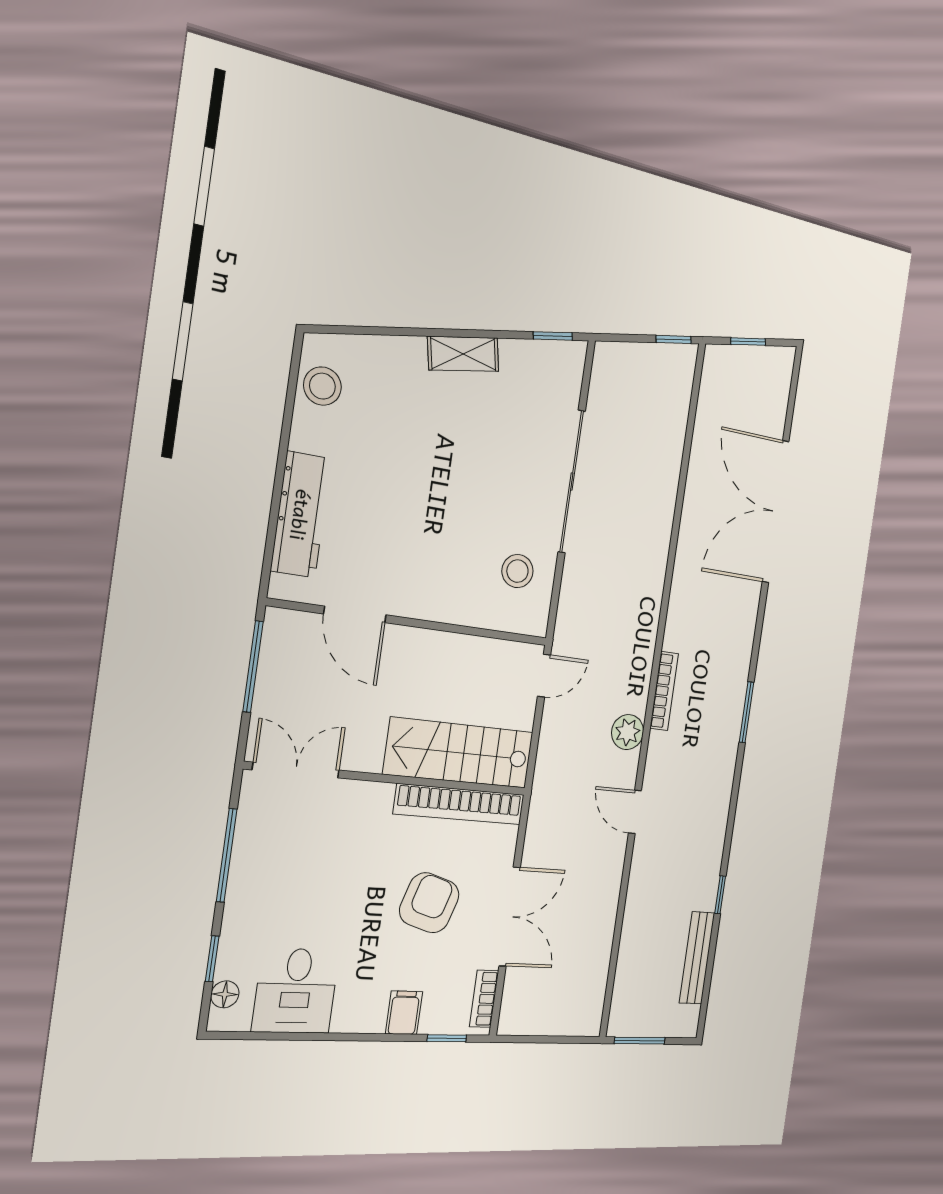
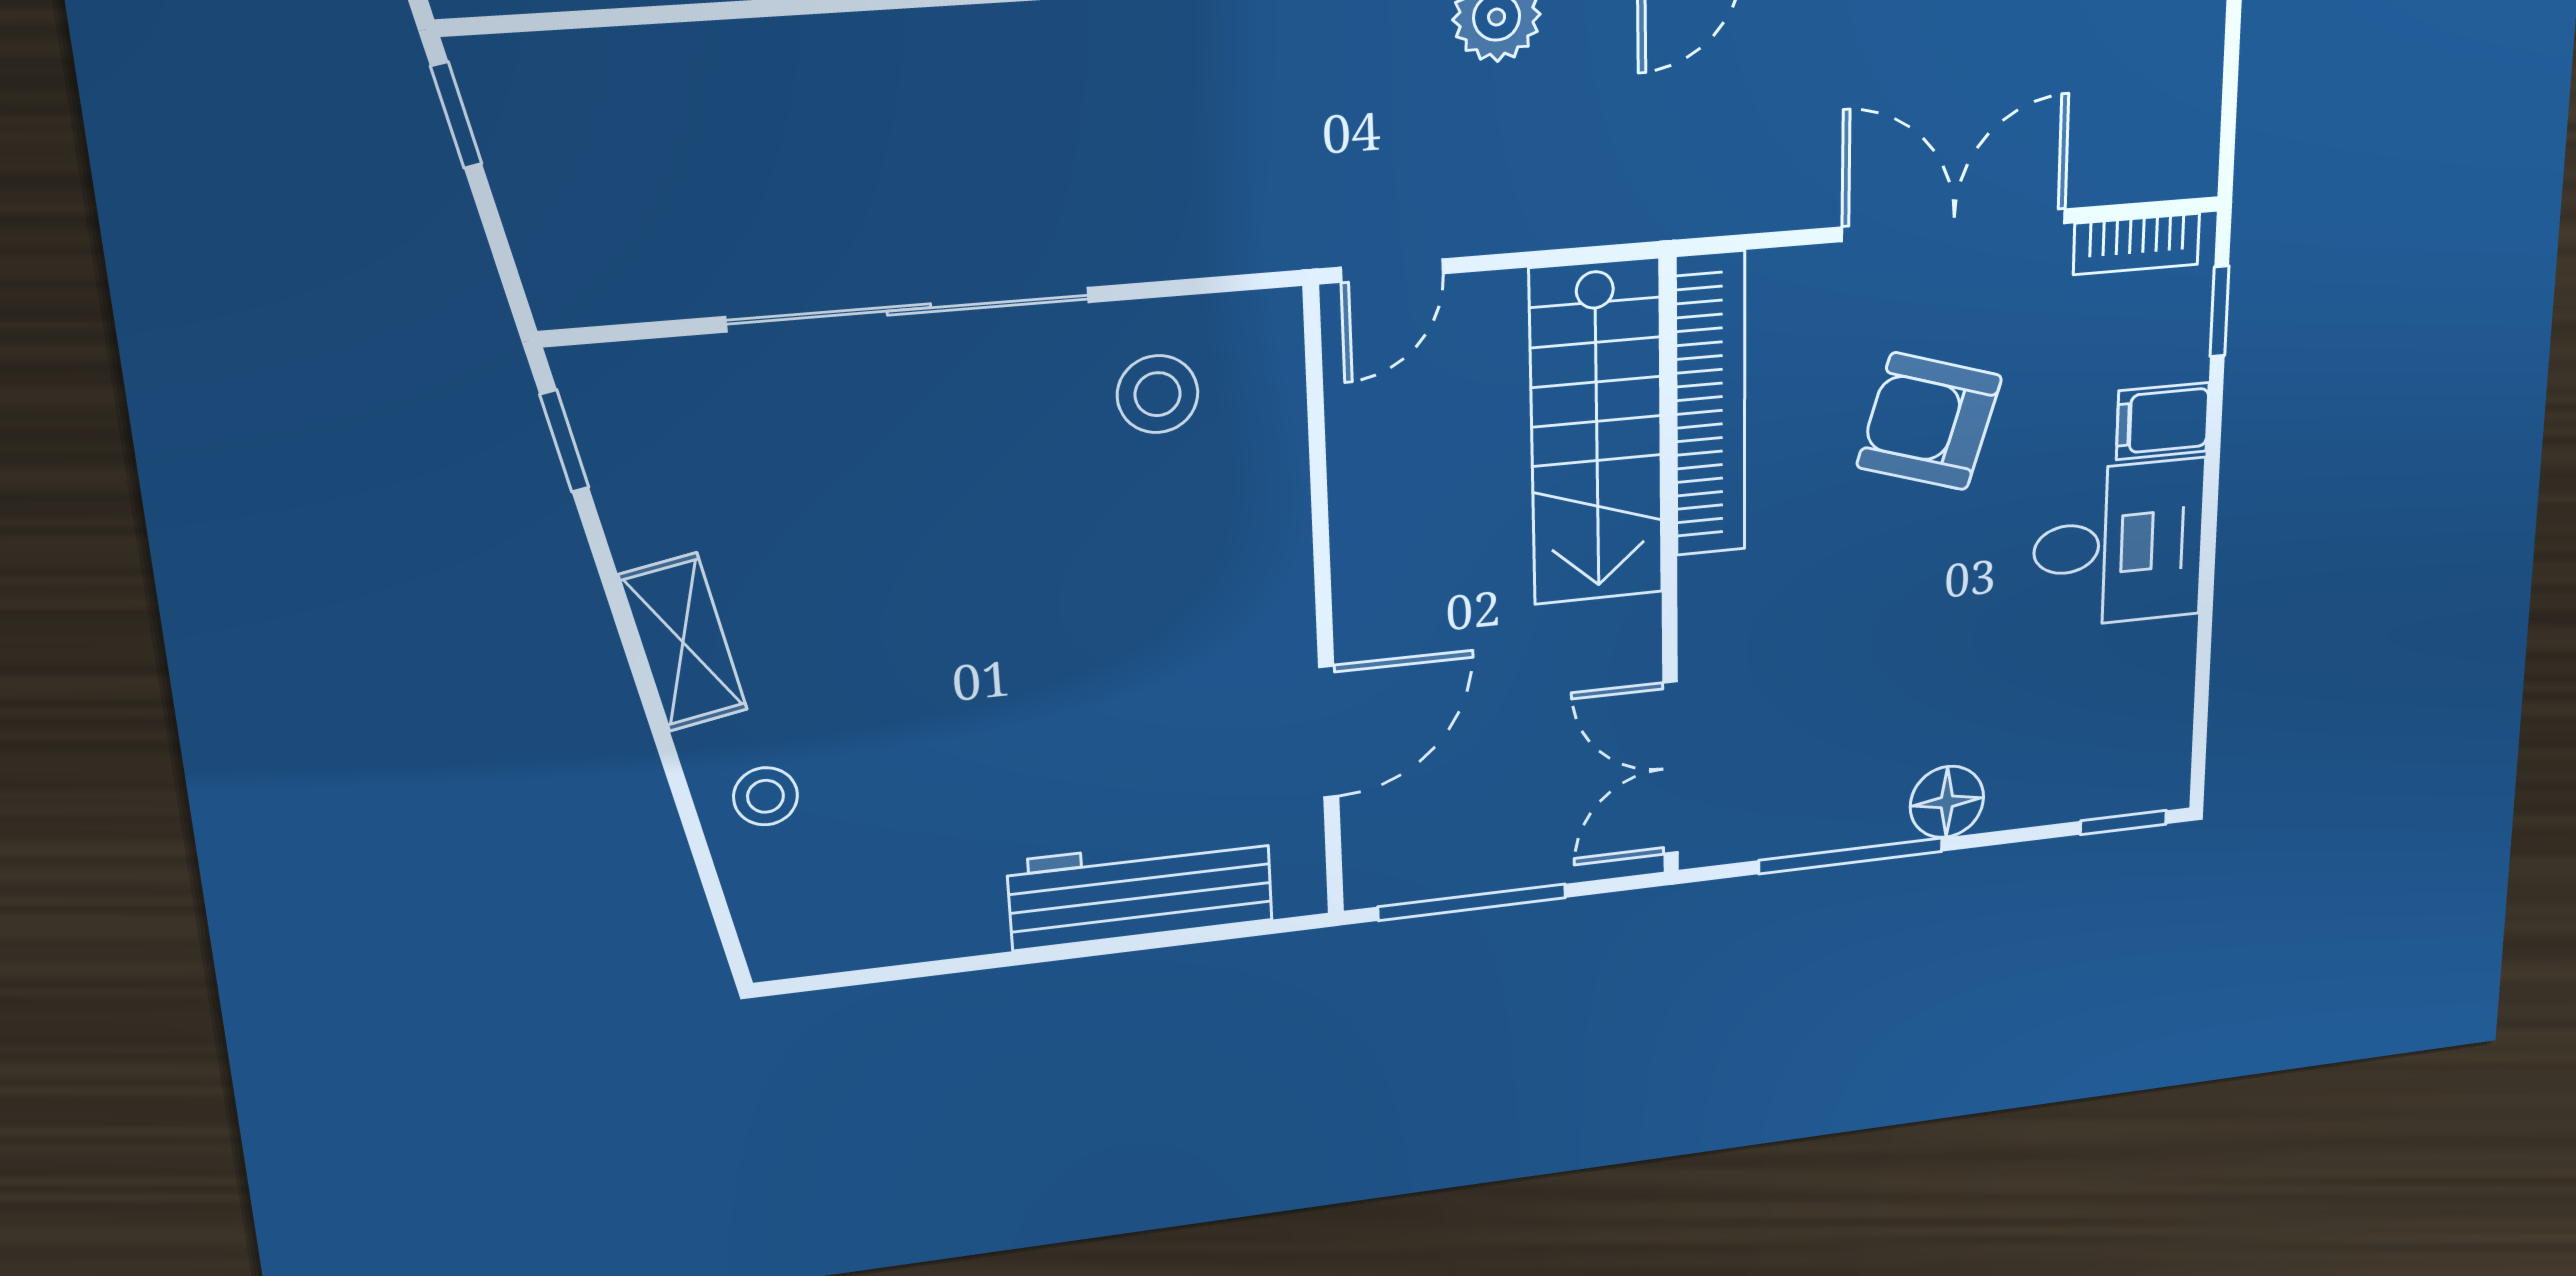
stool: (322, 386) -> (766, 796), moved, width x0.73, depth x0.73
door: (544, 676) -> (1392, 271), swing flipped
window: (212, 959) -> (2123, 822), moved
desk: (296, 991) -> (2119, 544), moved
floor lamp: (225, 994) -> (1947, 802), moved, width x1.37, depth x1.37

